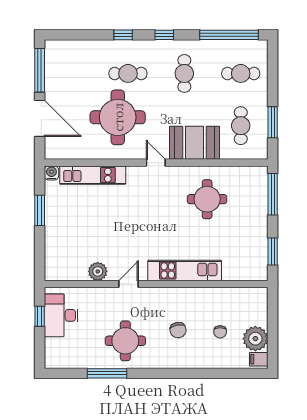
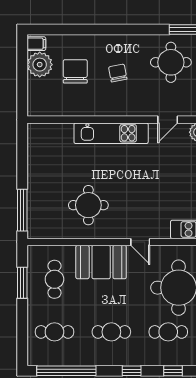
cafe table: (184, 73) -> (111, 332), turned 90
window: (273, 252) -> (22, 152), removed
chair: (220, 332) -> (75, 71), width x1.87, depth x1.87

